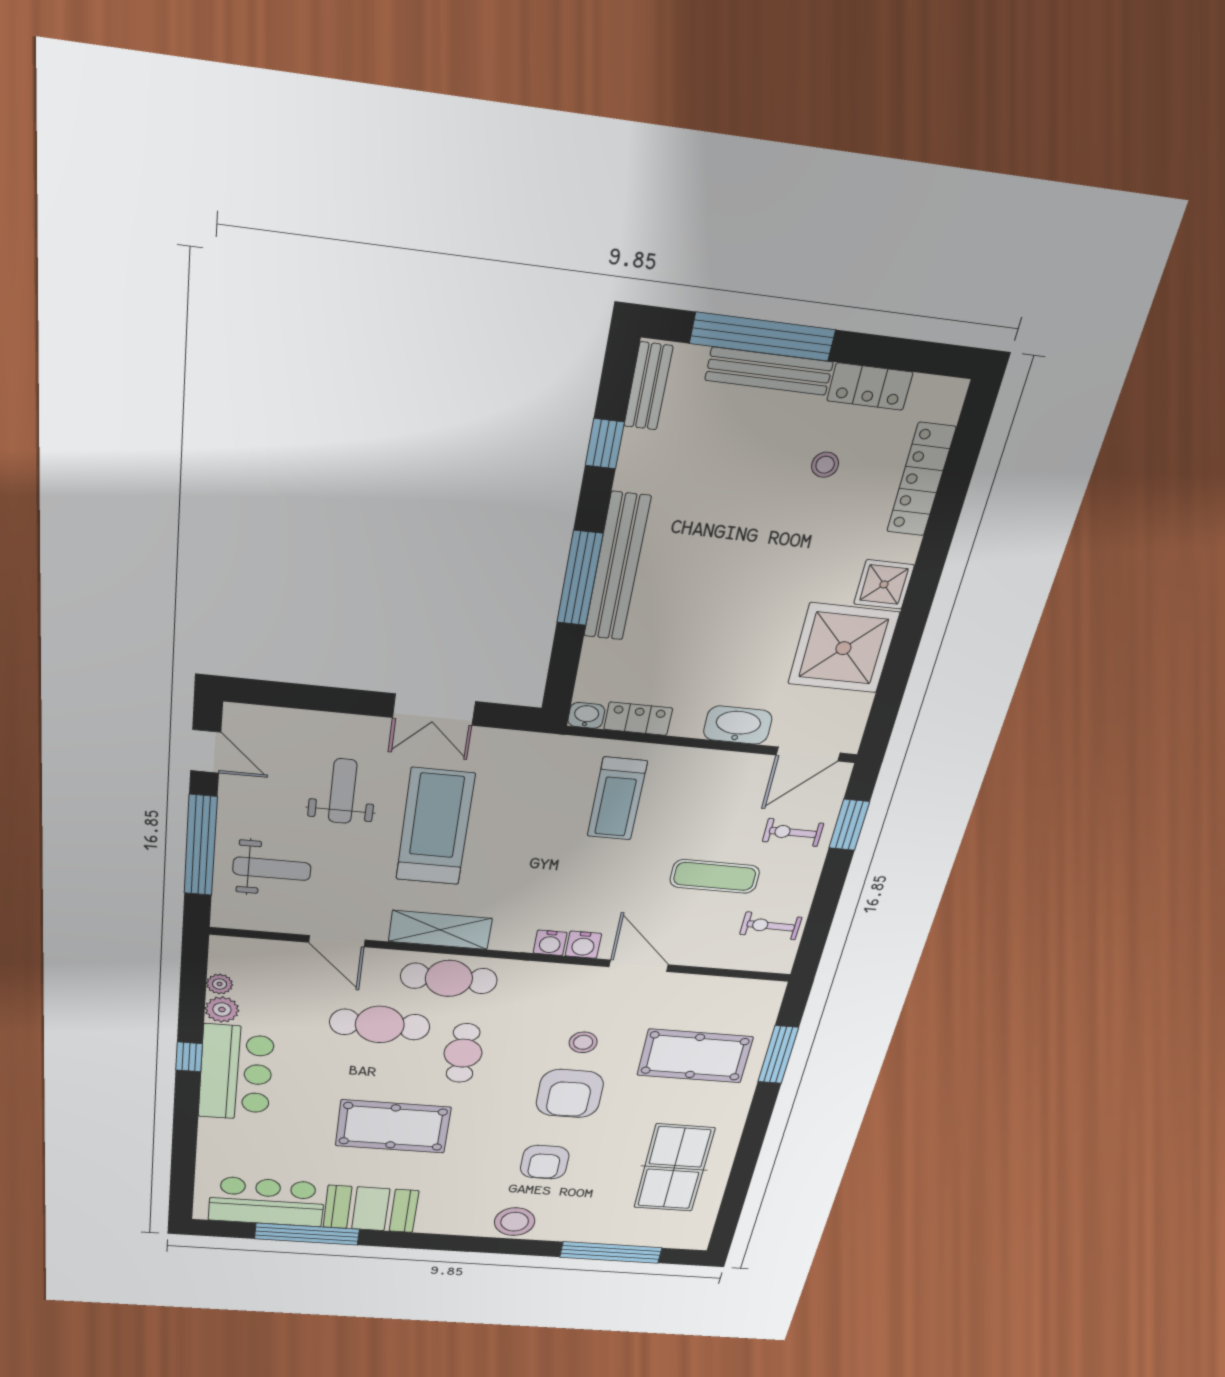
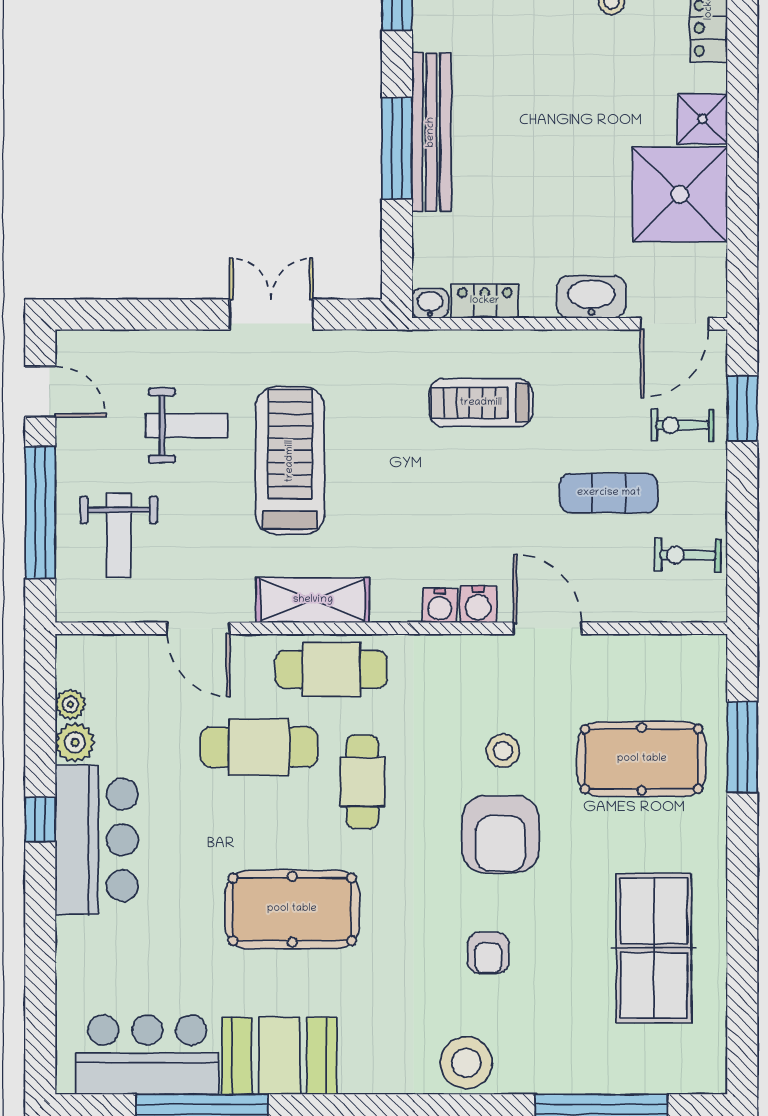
double door: (434, 710) -> (271, 314), swing flipped
weight bench: (343, 791) -> (187, 425), turned 90
treadmill: (617, 799) -> (481, 403), turned 90
weight bench: (272, 869) -> (119, 535), turned 90
armchair: (545, 1162) -> (488, 953), width x0.72, depth x0.72

